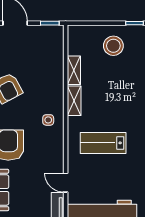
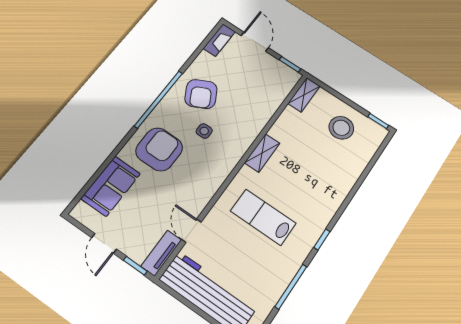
shelving: (74, 70) -> (304, 95), moved
side table: (48, 120) -> (204, 131), moved

